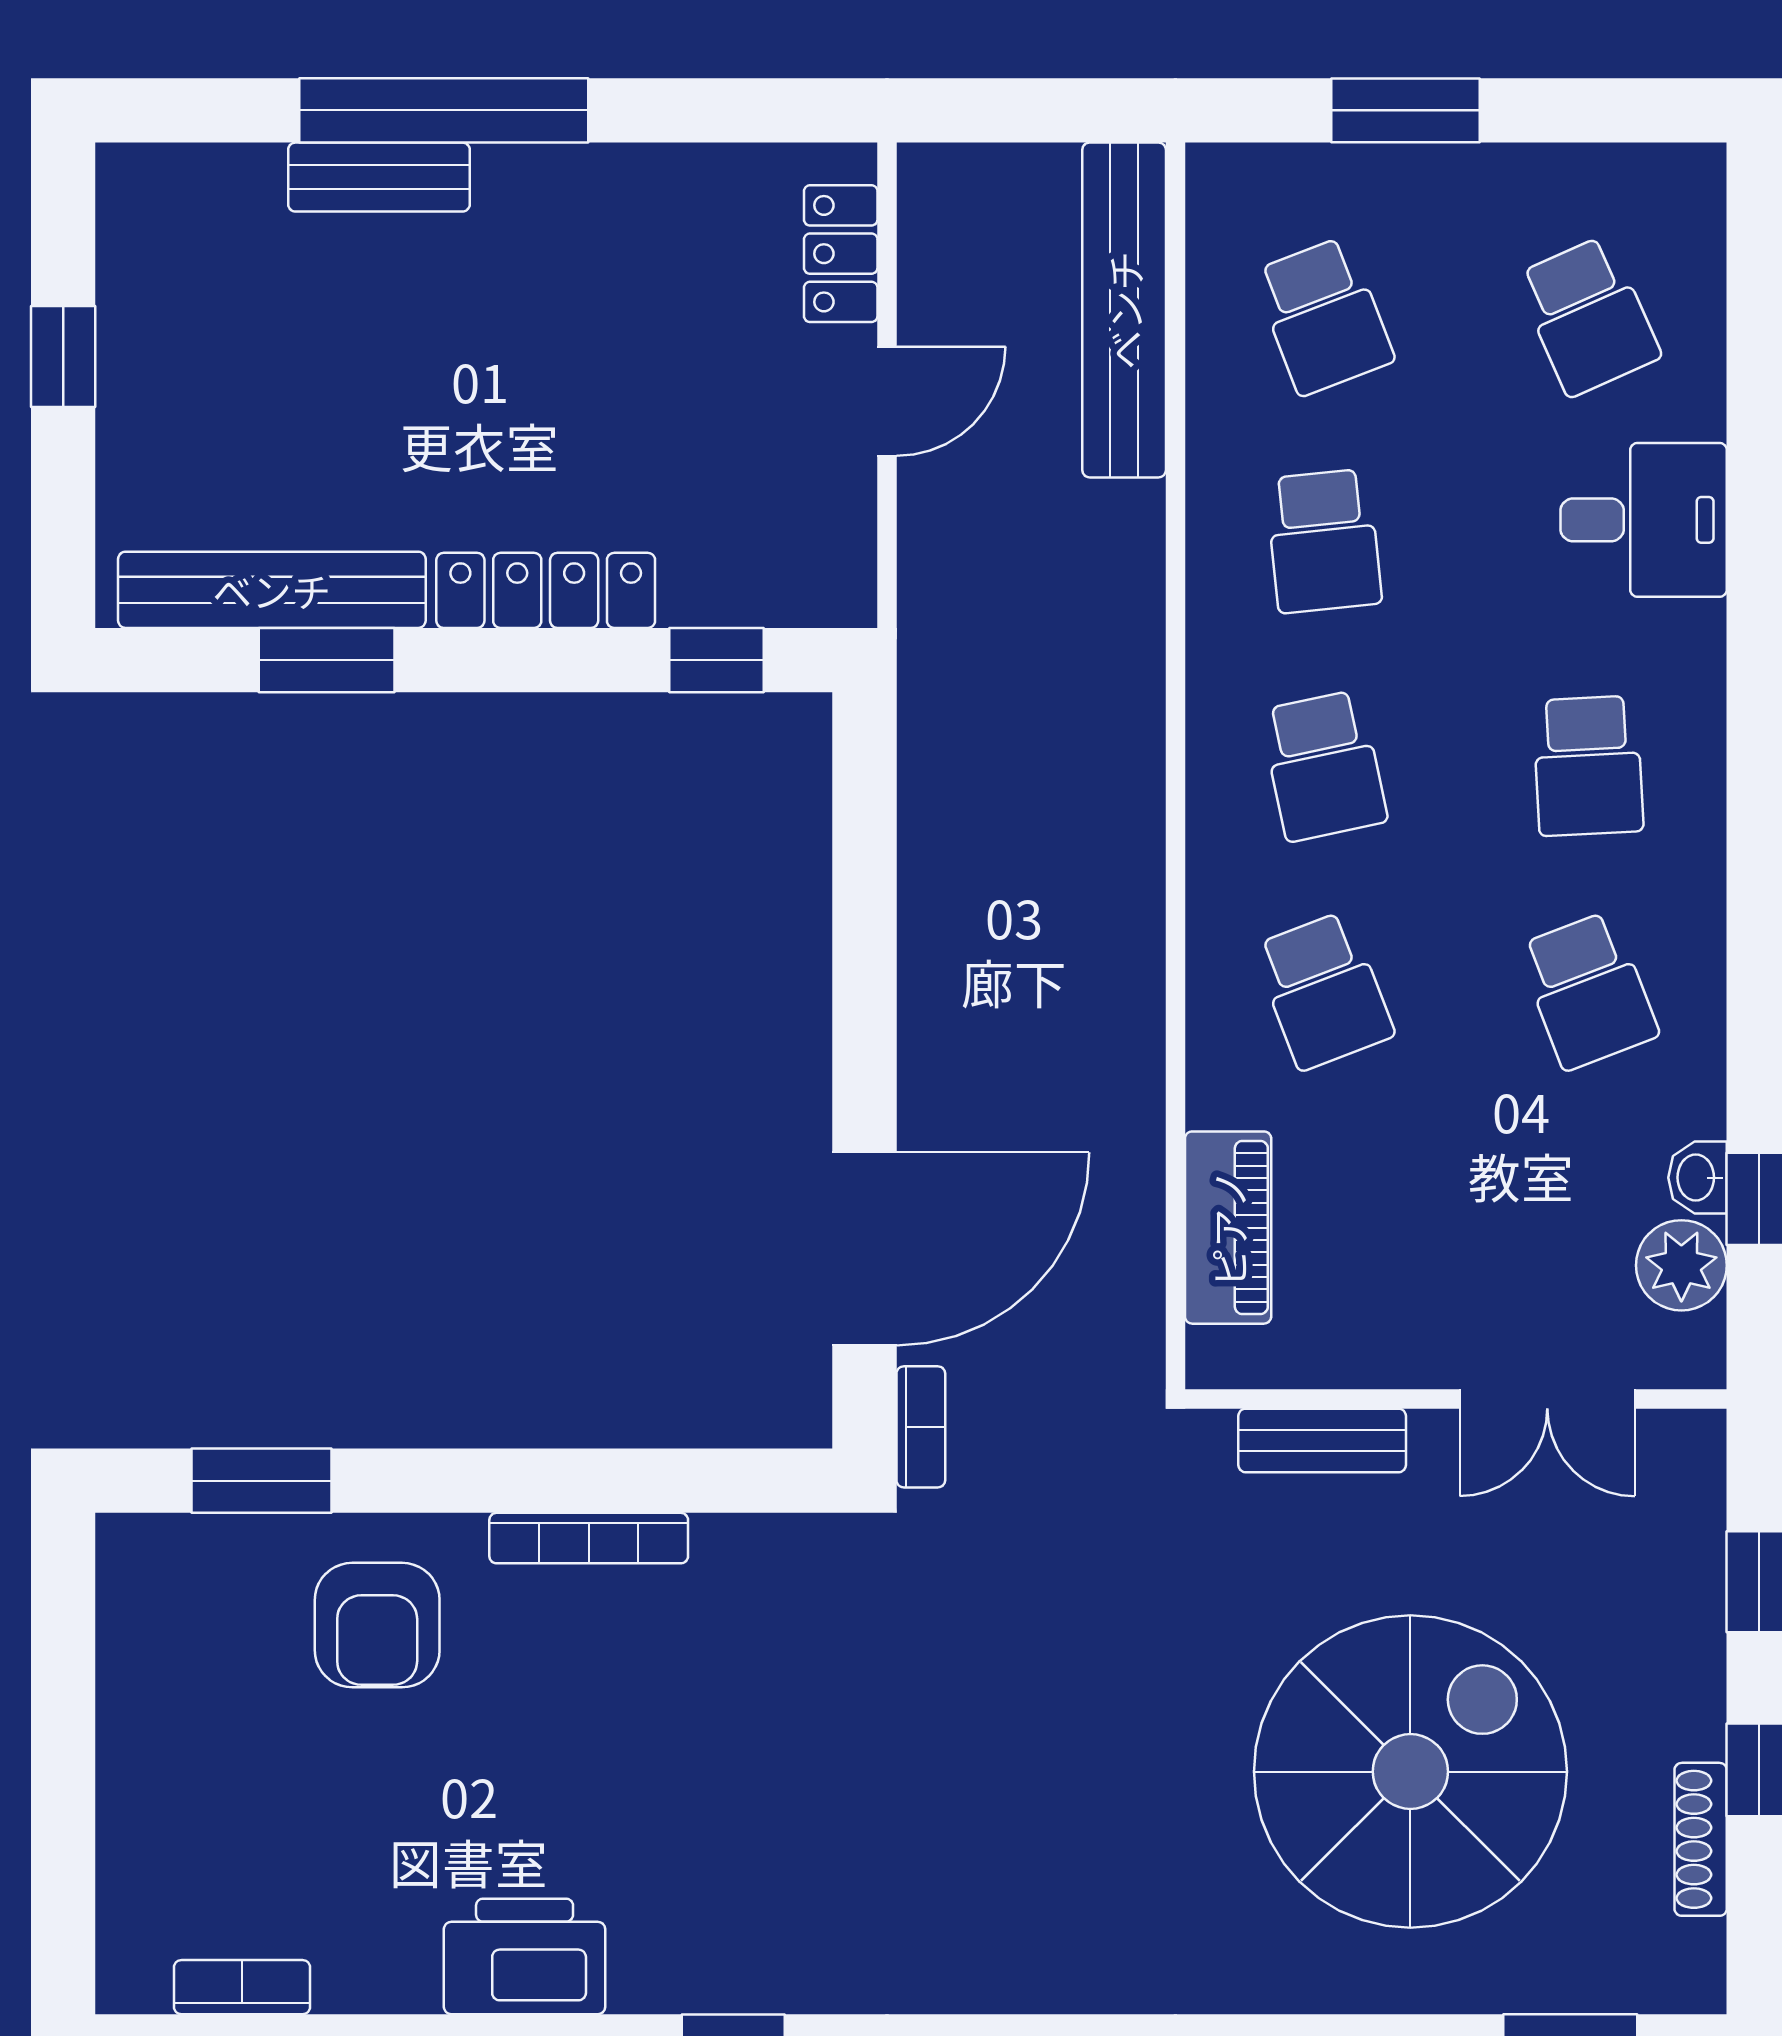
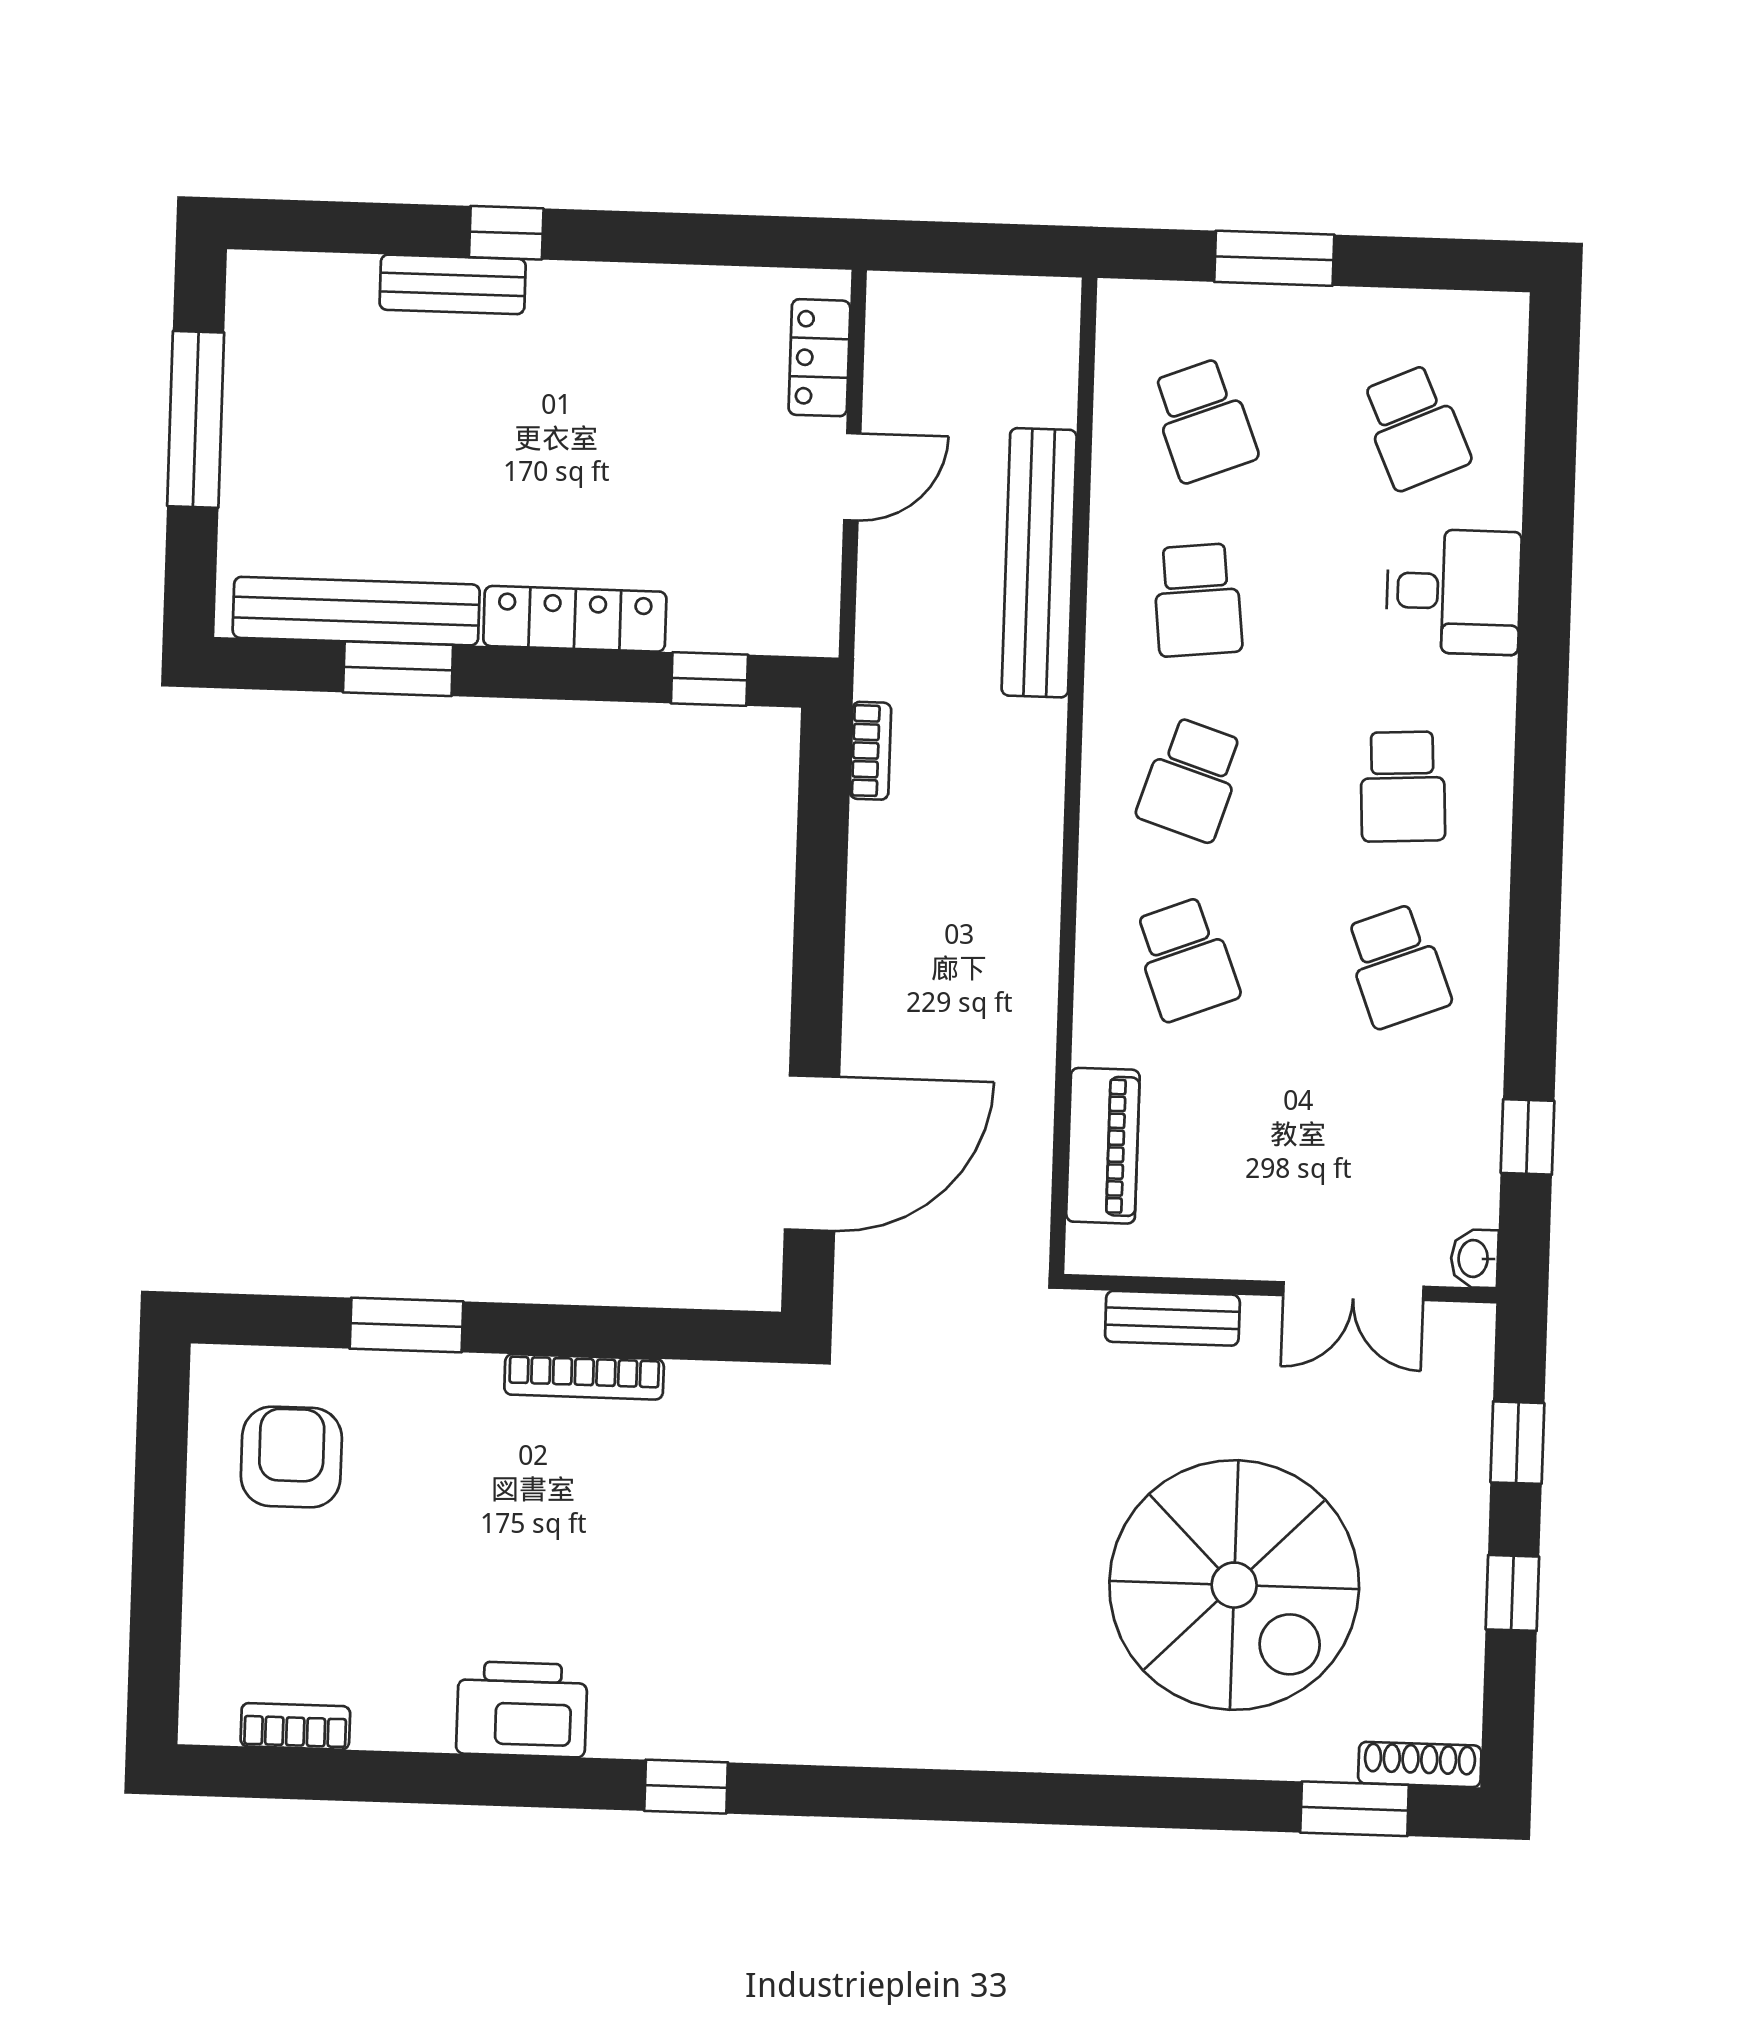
window: (444, 110) -> (506, 233), width x0.32
bench: (1124, 310) -> (1039, 563), moved
window: (63, 357) -> (196, 419), width x2.17
school desk: (1324, 766) -> (1191, 780), turned 30
washbasin: (1698, 1178) -> (1475, 1259), moved
plant: (1681, 1265) -> (1464, 1188), removed
bookcase: (921, 1427) -> (870, 751), moved
window: (262, 1481) -> (406, 1325), moved
armchair: (377, 1625) -> (291, 1457), moved, turned 180
spiral stairs: (1410, 1772) -> (1234, 1585), turned 90
shoe rack: (1701, 1839) -> (1420, 1764), moved, turned 90

